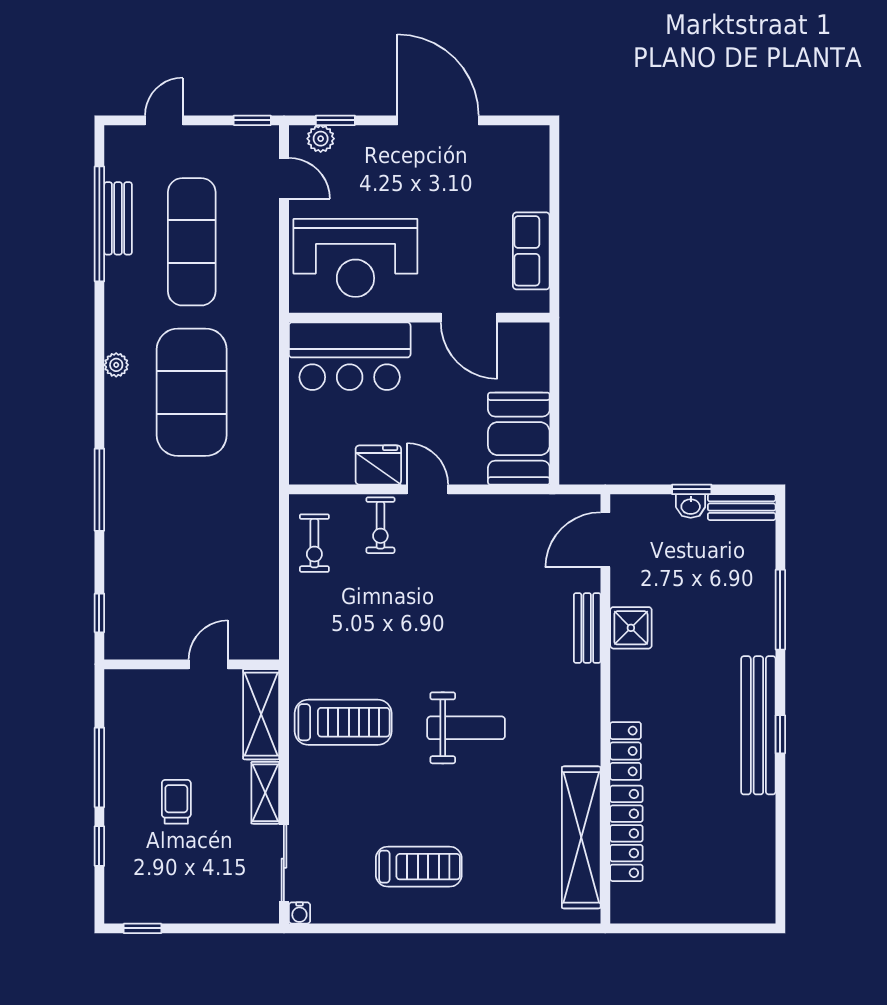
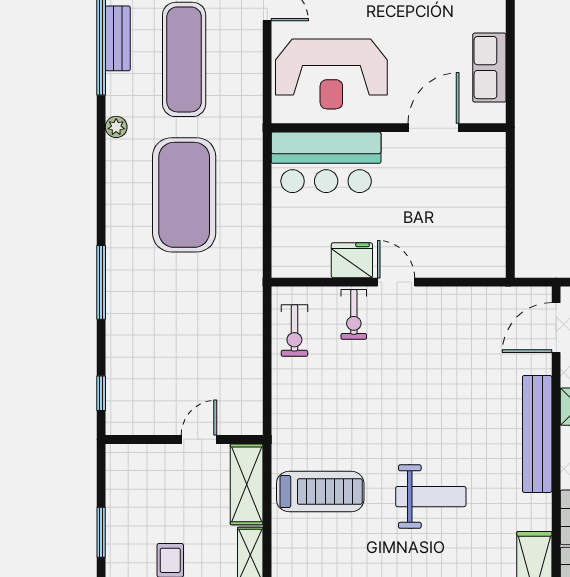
door: (469, 318) -> (434, 128), swing flipped
plant: (116, 365) -> (116, 127), moved
booth: (519, 439) -> (478, 236), removed
bench: (587, 628) -> (537, 434), width x1.86, depth x1.21
window: (99, 767) -> (101, 532), width x0.69

